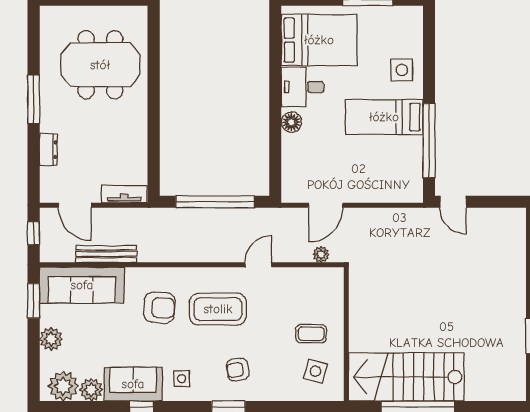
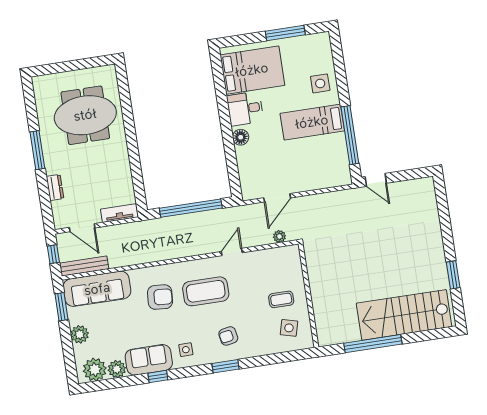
bench: (106, 254) -> (84, 266), moved
stairs: (406, 377) -> (404, 315), moved

